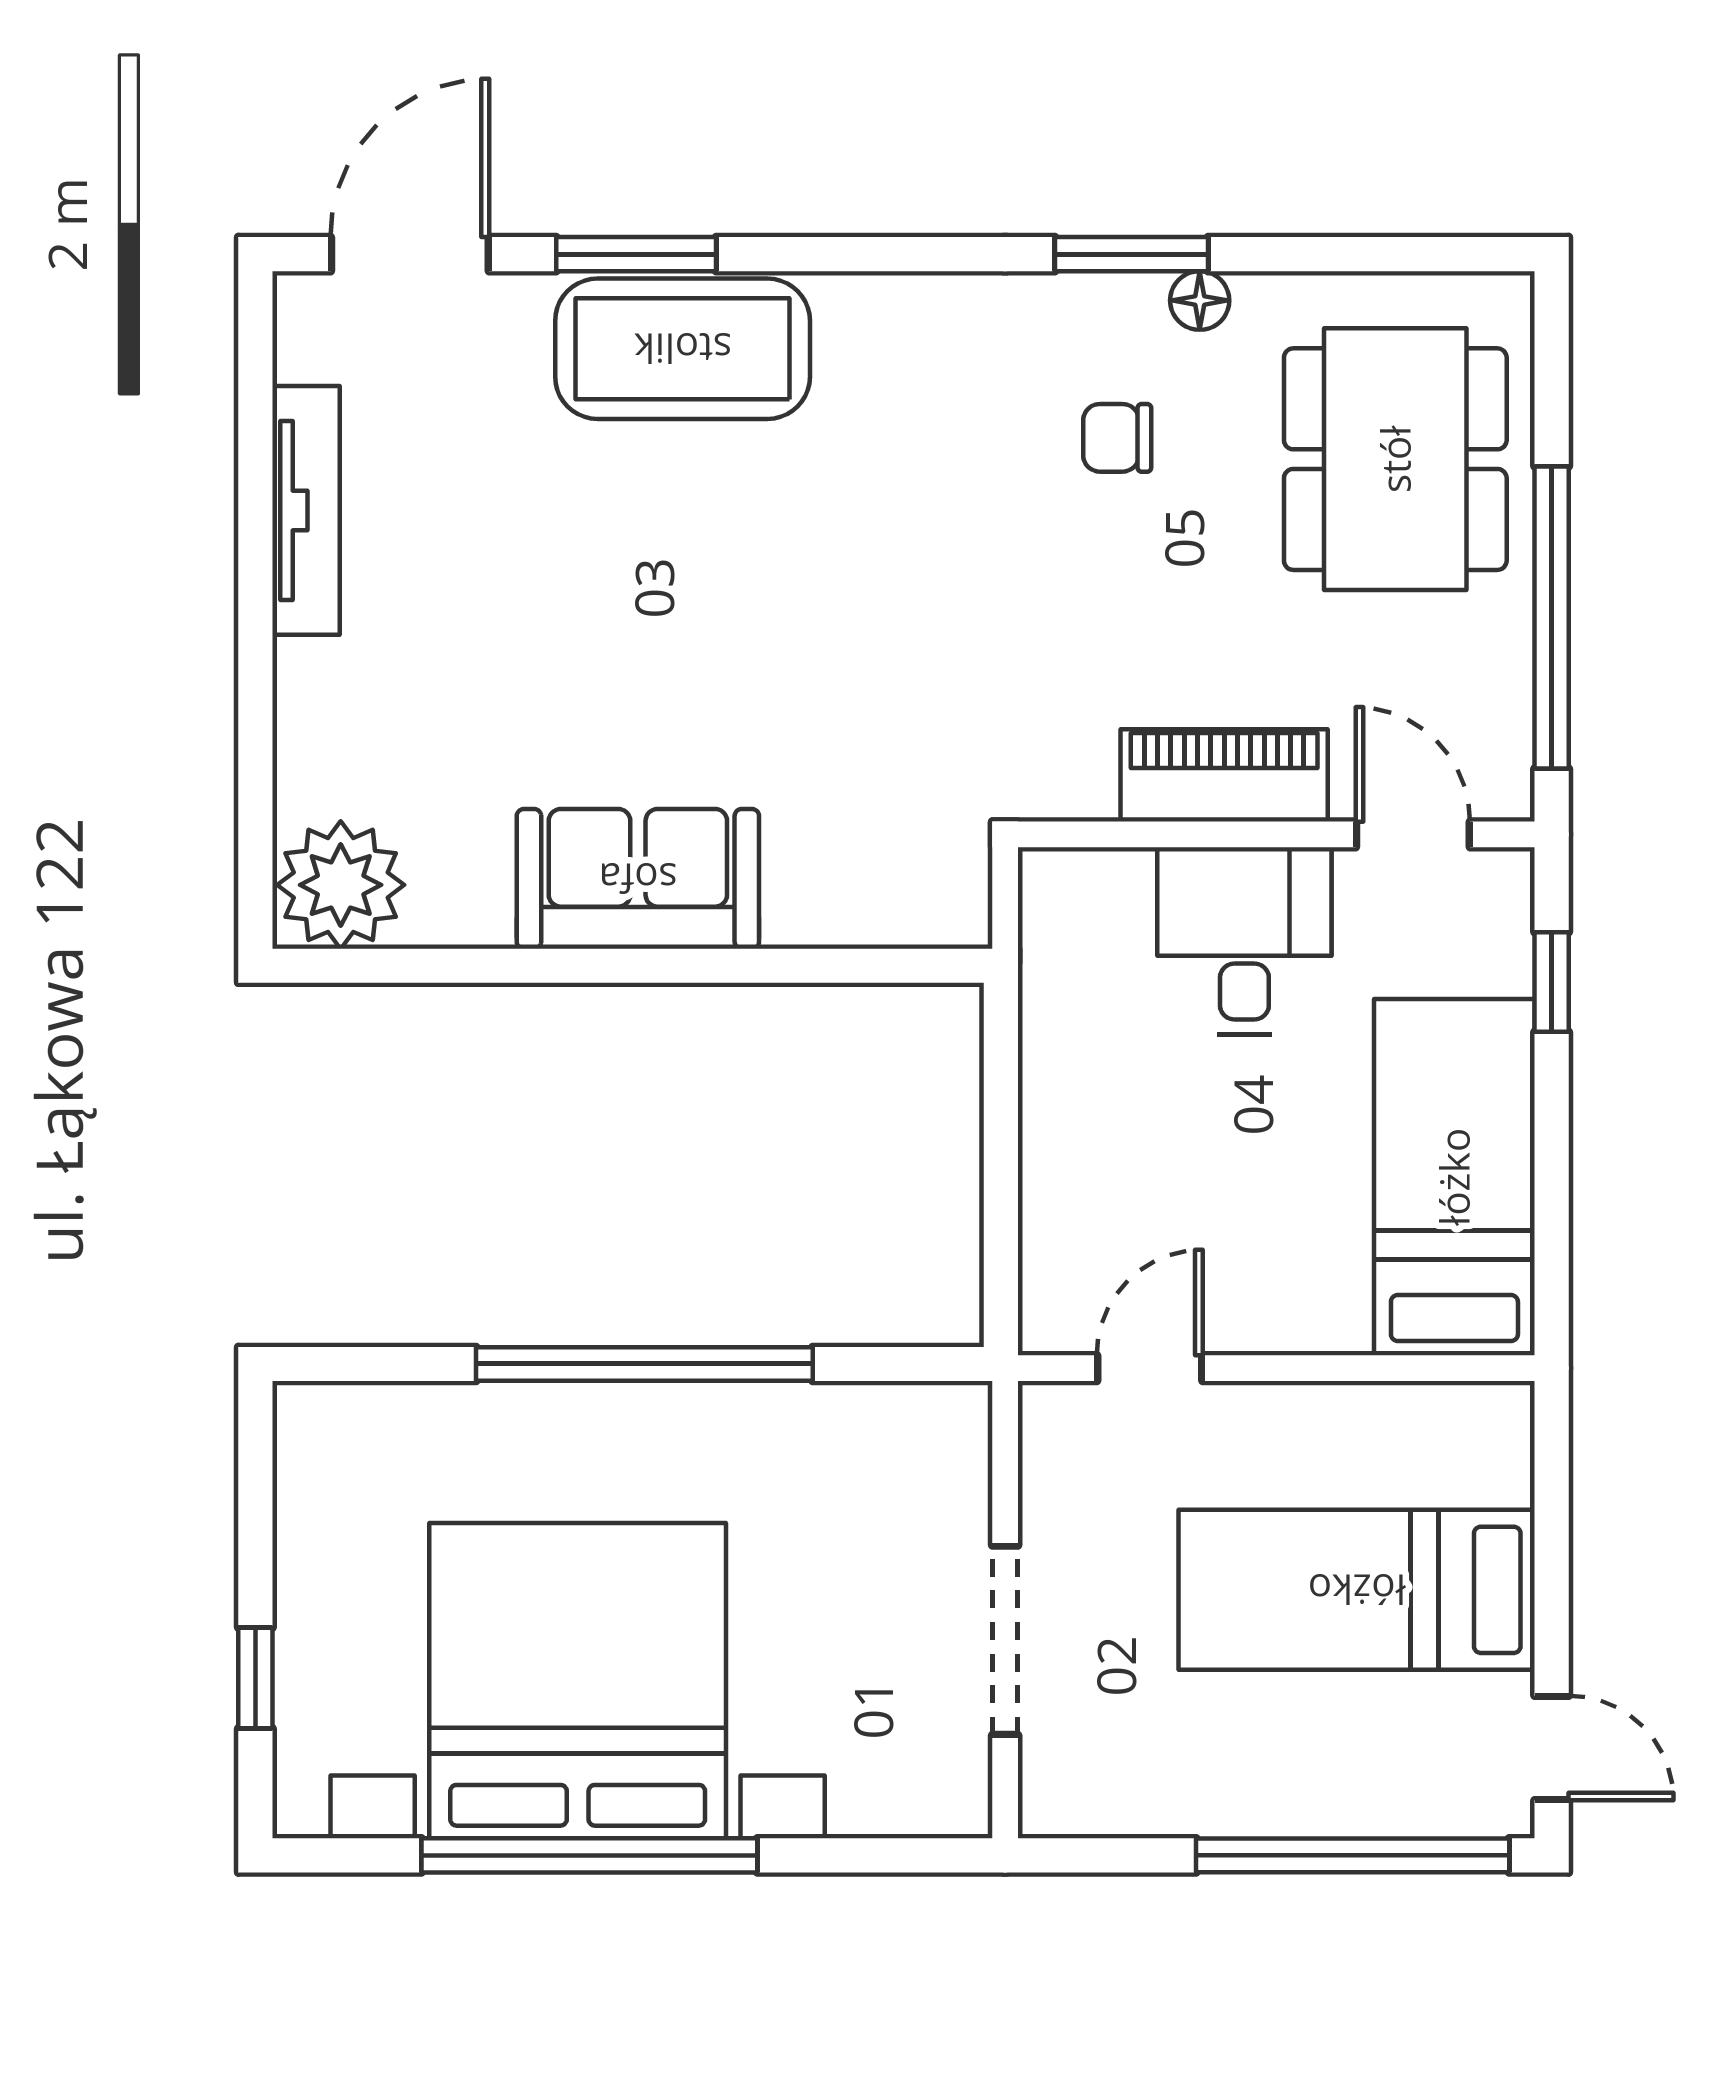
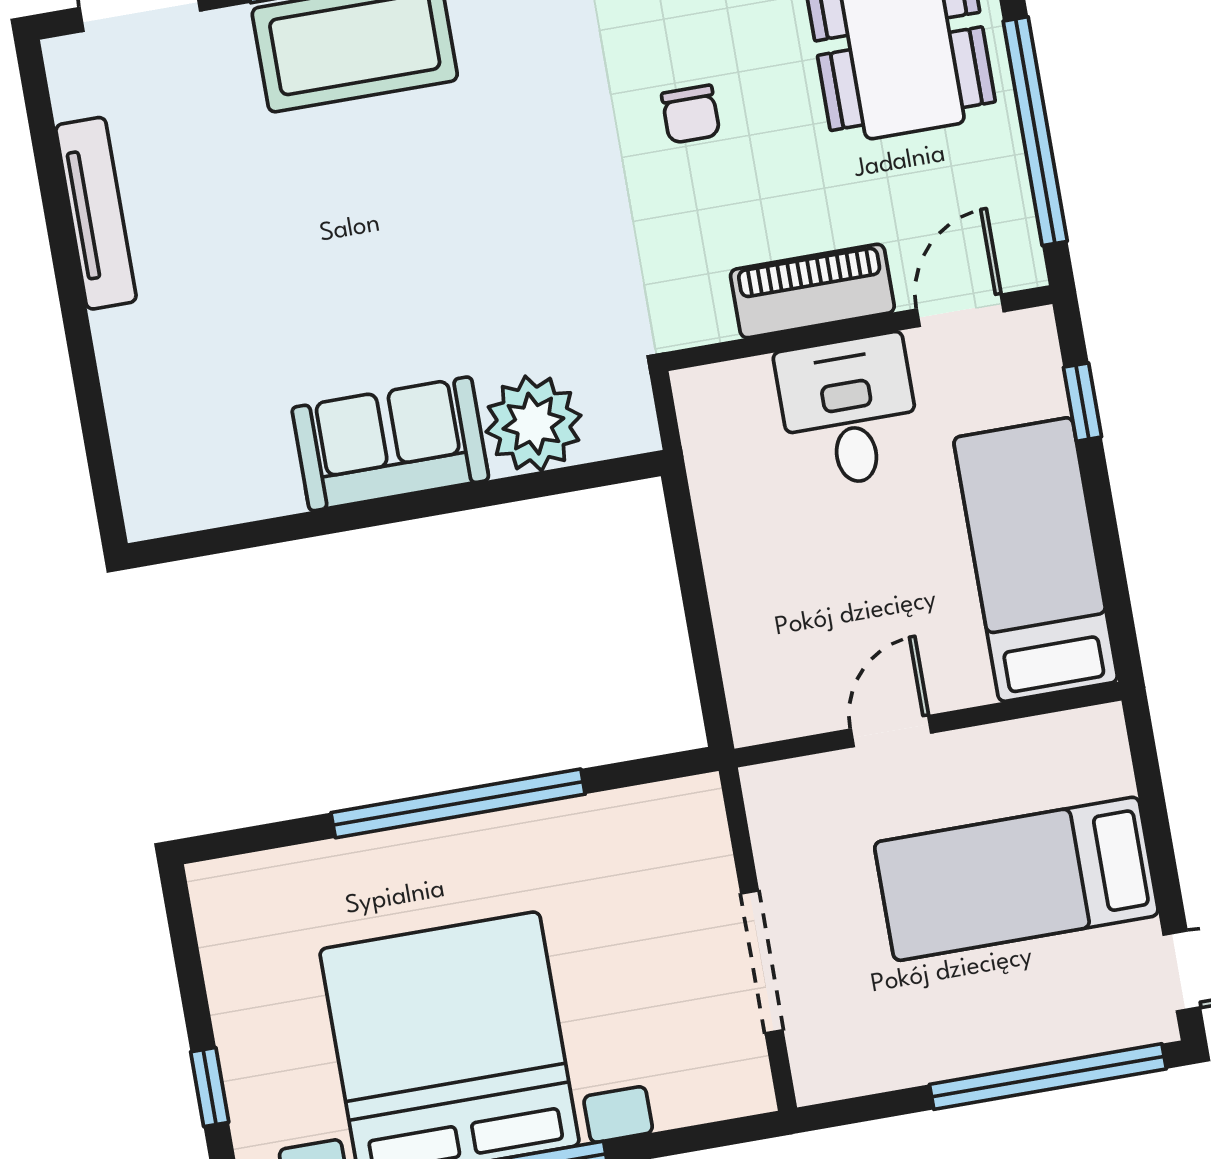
chair: (1117, 438) -> (691, 114), moved, turned -90
door: (1413, 834) -> (960, 310), hinge flipped
plant: (341, 885) -> (533, 424), moved
door: (1150, 1368) -> (891, 731), moved

